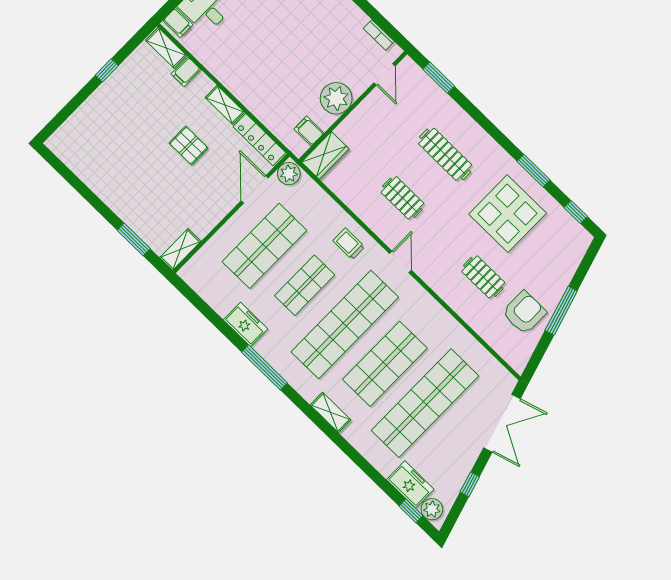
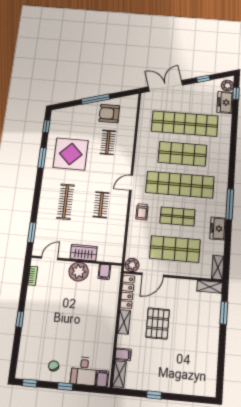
pallet: (189, 146) -> (158, 323), width x1.50, depth x1.42
wardrobe: (325, 155) -> (84, 253), moved
shelving: (330, 412) -> (218, 267), moved

